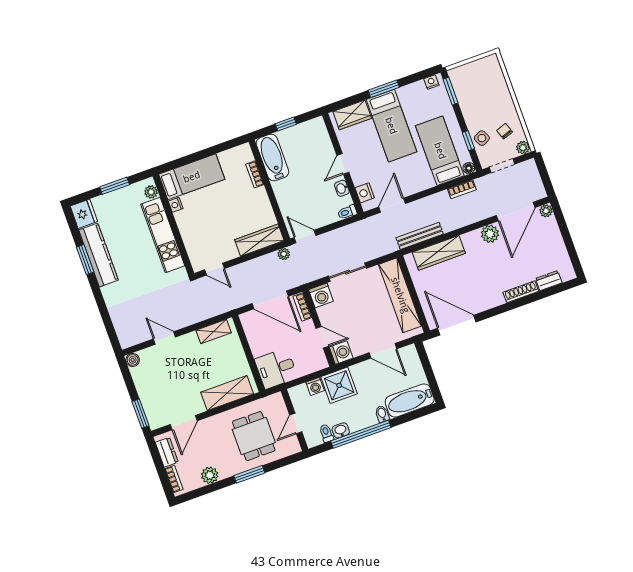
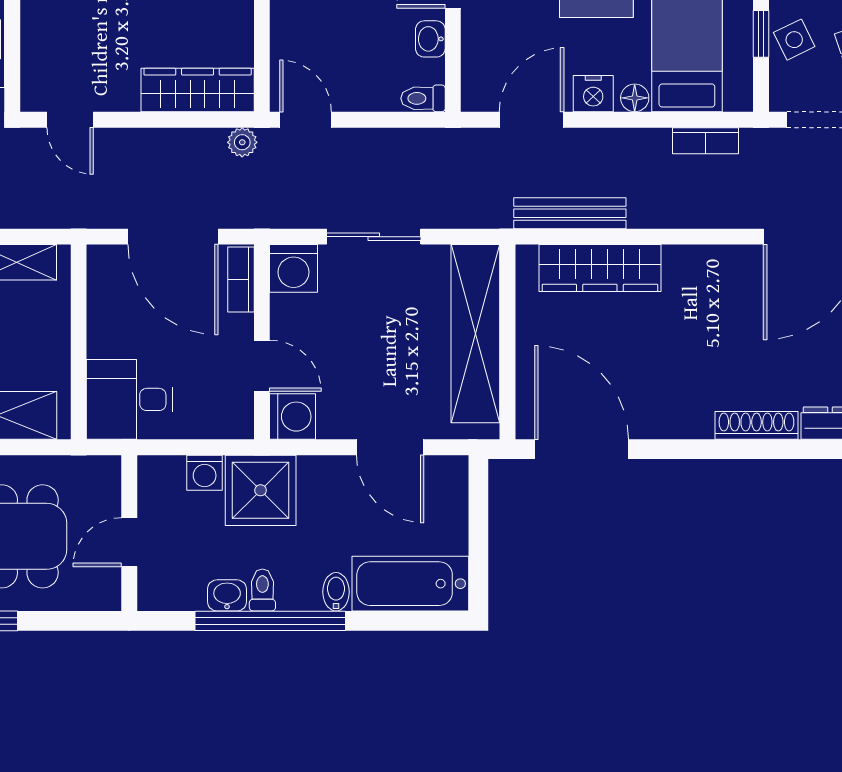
floor lamp: (469, 168) -> (635, 98), moved
nightstand: (365, 193) -> (593, 94), moved, turned -90
plant: (490, 234) -> (733, 267), removed
toilet: (326, 433) -> (262, 590), moved

